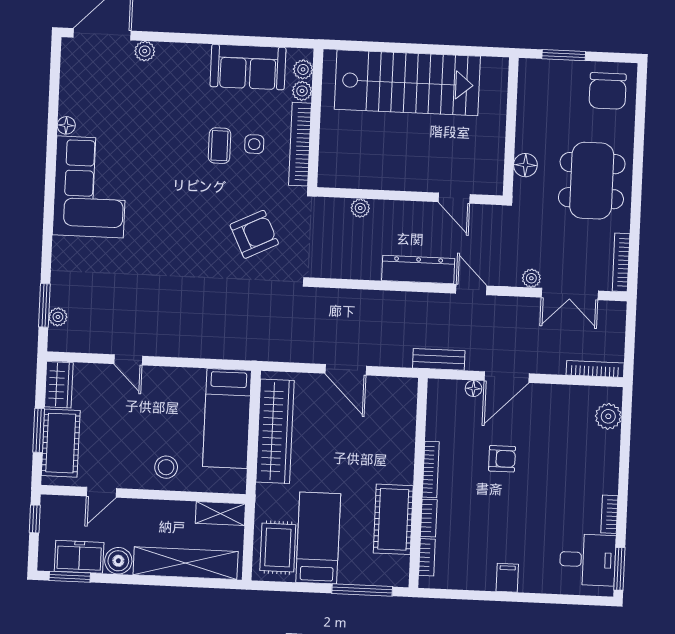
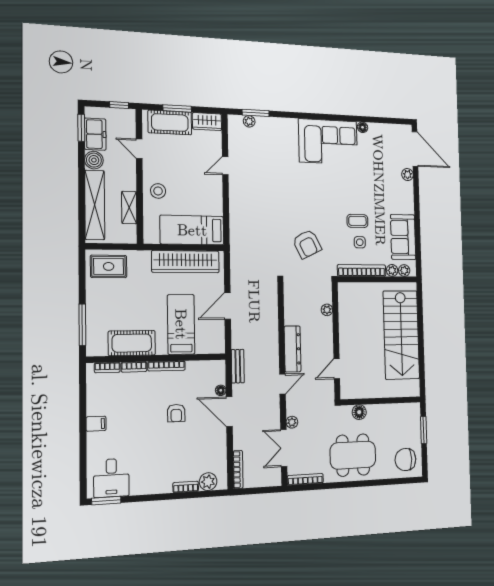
shelving: (220, 514) -> (129, 208), moved
bookcase: (609, 514) -> (186, 487), moved
bed: (318, 538) -> (181, 324), moved, turned -90

